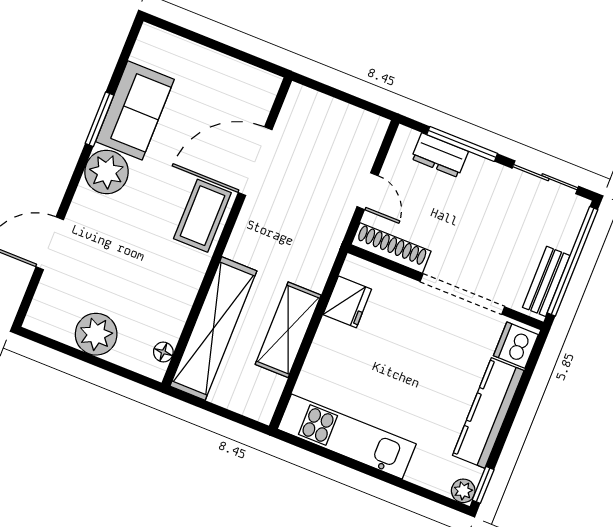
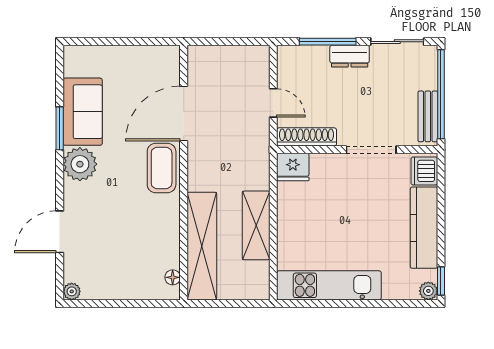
dresser: (440, 155) -> (350, 56), moved
doorway: (462, 294) -> (371, 150), width x0.73
fridge: (347, 302) -> (293, 167), moved, turned 90
plant: (96, 334) -> (72, 291), moved, width x0.53, depth x0.53

